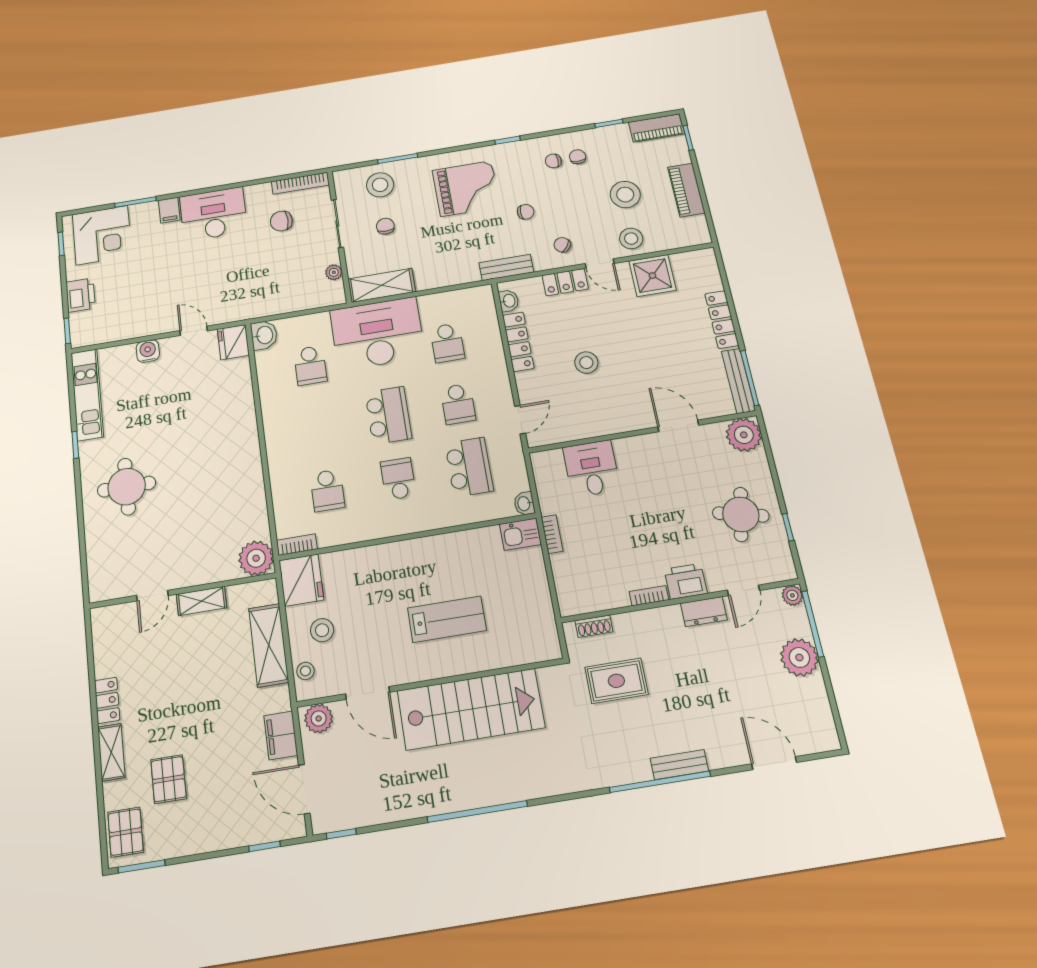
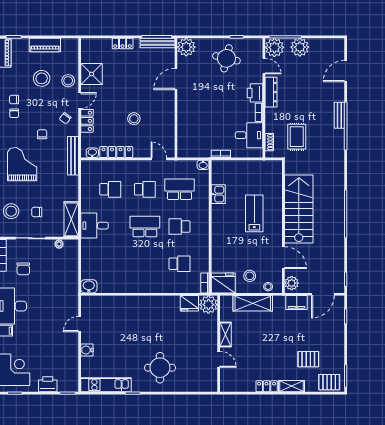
bench: (506, 268) -> (73, 156), width x1.36
locker: (722, 319) -> (123, 44), width x0.66
desk: (377, 334) -> (94, 226), width x0.53, depth x0.77
fridge: (233, 342) -> (189, 303), moved
school desk: (310, 365) -> (110, 264), removed
desk: (592, 469) -> (249, 135), moved, turned 180
kitchen sink: (520, 534) -> (218, 194), moved
plant: (792, 595) -> (274, 47), width x1.88, depth x1.88
dresser: (704, 612) -> (271, 92), width x1.44
door: (368, 693) -> (283, 258), hinge flipped

